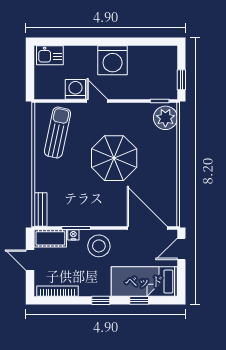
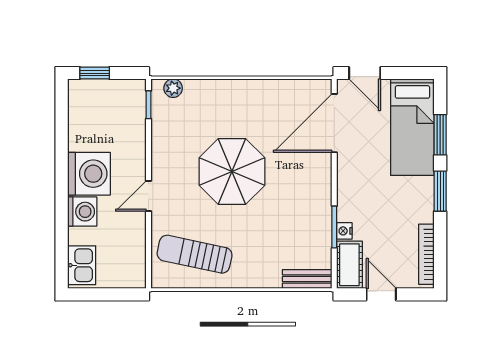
window: (181, 80) -> (95, 73), moved
washing machine: (75, 89) -> (82, 212), moved, turned 180
plant: (165, 118) -> (173, 88), width x0.53, depth x0.53
stool: (99, 246) -> (360, 194), removed
door: (30, 260) -> (381, 294), swing flipped
window: (101, 300) -> (440, 191), width x1.50
window: (139, 300) -> (440, 135), width x1.50

